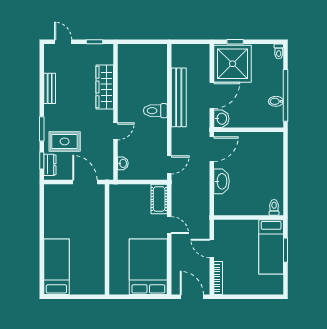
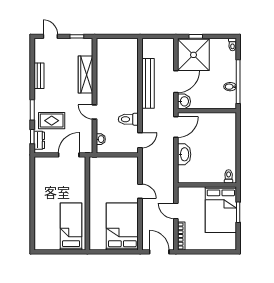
toilet: (155, 111) -> (128, 119), moved
door: (115, 131) -> (95, 112), swing flipped
door: (85, 182) -> (69, 155), hinge flipped
cot: (159, 199) -> (131, 169), removed
bed: (271, 247) -> (221, 210), width x1.50
bed: (56, 267) -> (71, 226), moved

